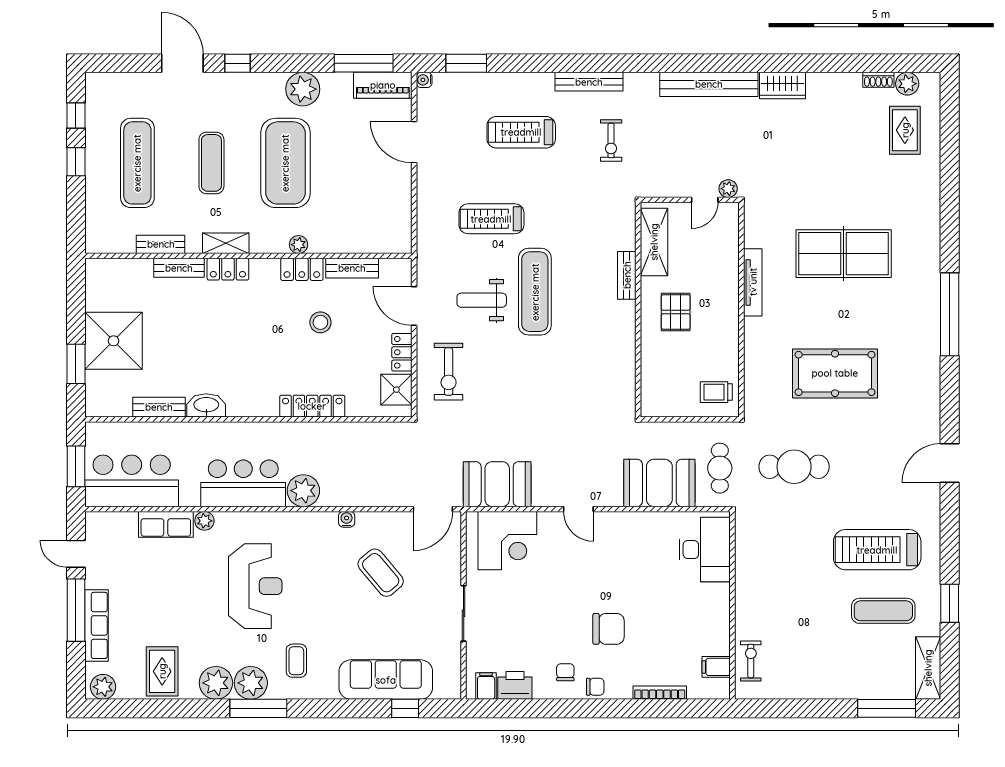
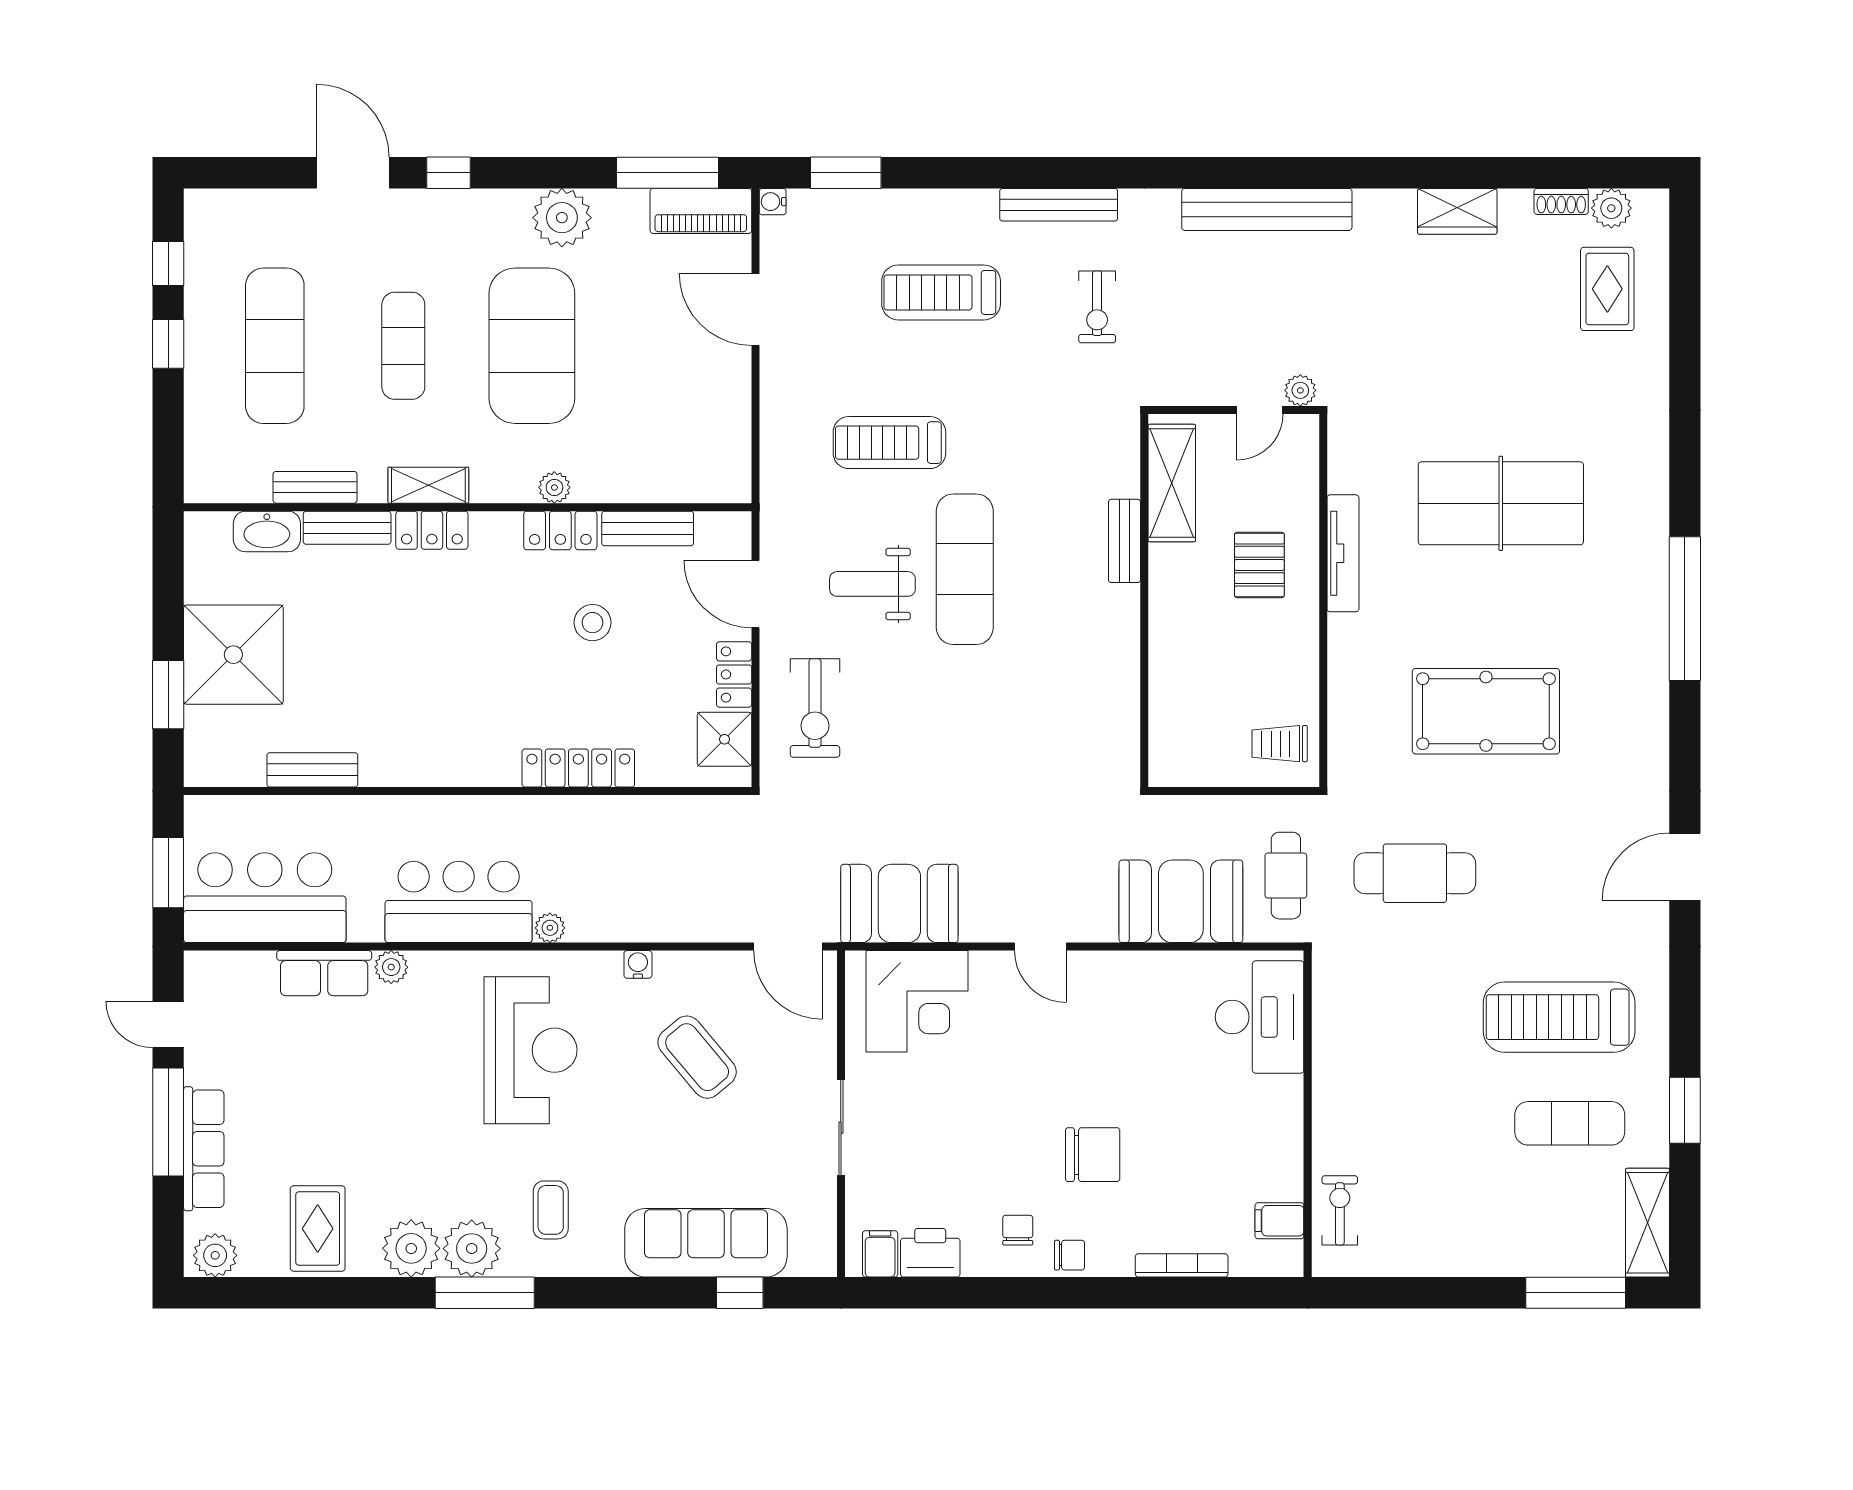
wardrobe: (782, 85) -> (1457, 211), moved
pallet: (676, 312) -> (1259, 565), moved
washbasin: (206, 405) -> (267, 531), moved, turned 180
plant: (303, 491) -> (550, 928), width x0.53, depth x0.53
door: (433, 509) -> (788, 947), hinge flipped
reception desk: (255, 586) -> (531, 1050), moved

